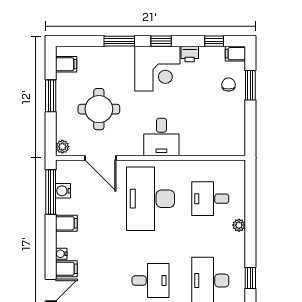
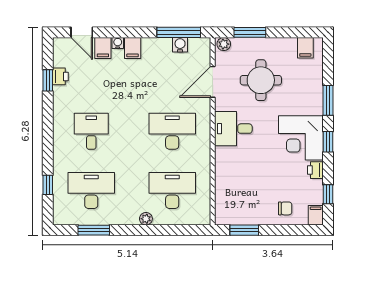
window: (250, 85) -> (244, 230), moved
window: (51, 96) -> (250, 32), moved
desk: (161, 137) -> (233, 129), moved
desk: (150, 199) -> (172, 131), width x0.73, depth x0.77
desk: (210, 199) -> (172, 190), width x1.37
filing cabinet: (66, 223) -> (133, 48), moved
window: (250, 278) -> (94, 230), width x1.50
desk: (150, 281) -> (91, 131), turned 180

